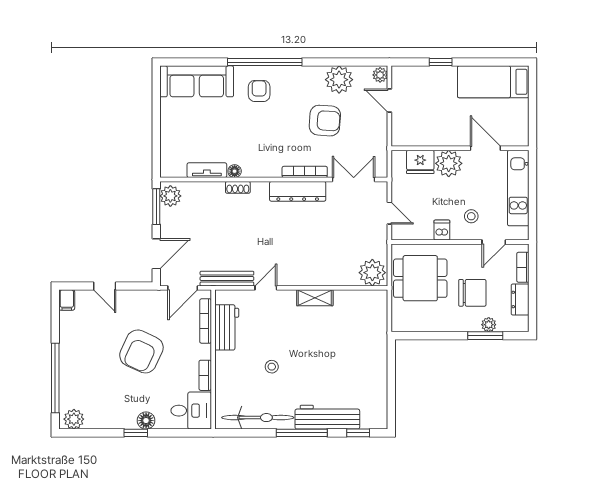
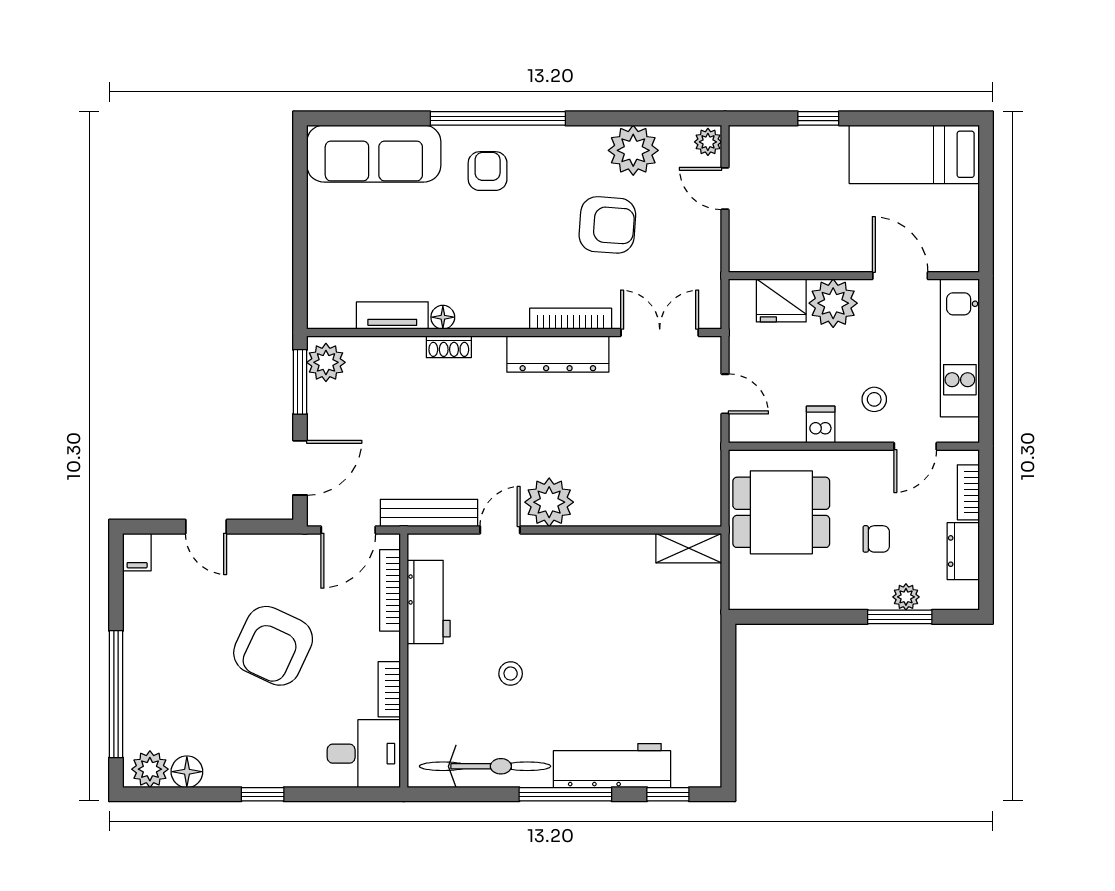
plant: (372, 273) -> (549, 502), moved
chair: (472, 293) -> (876, 539), width x0.54, depth x0.54
shelving: (315, 298) -> (689, 548), moved
floor lamp: (146, 421) -> (187, 772), moved

